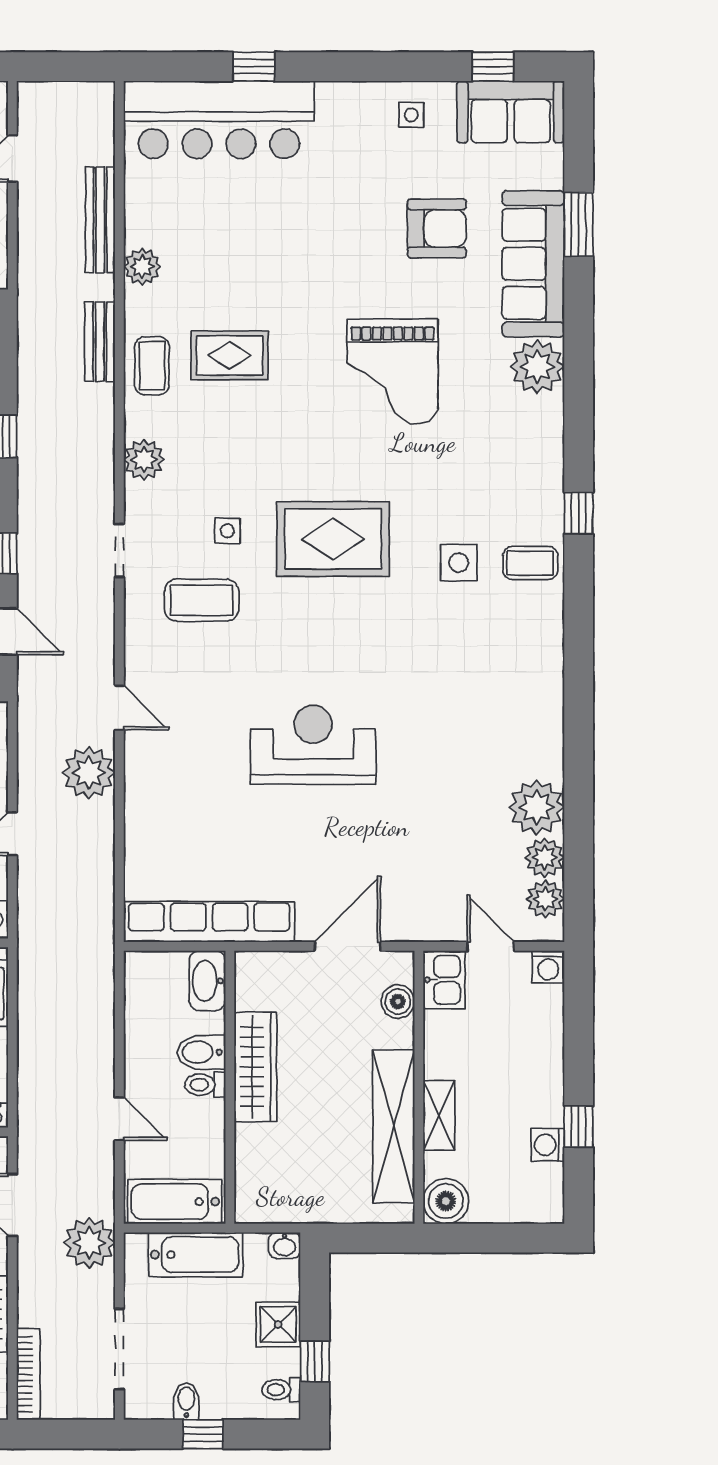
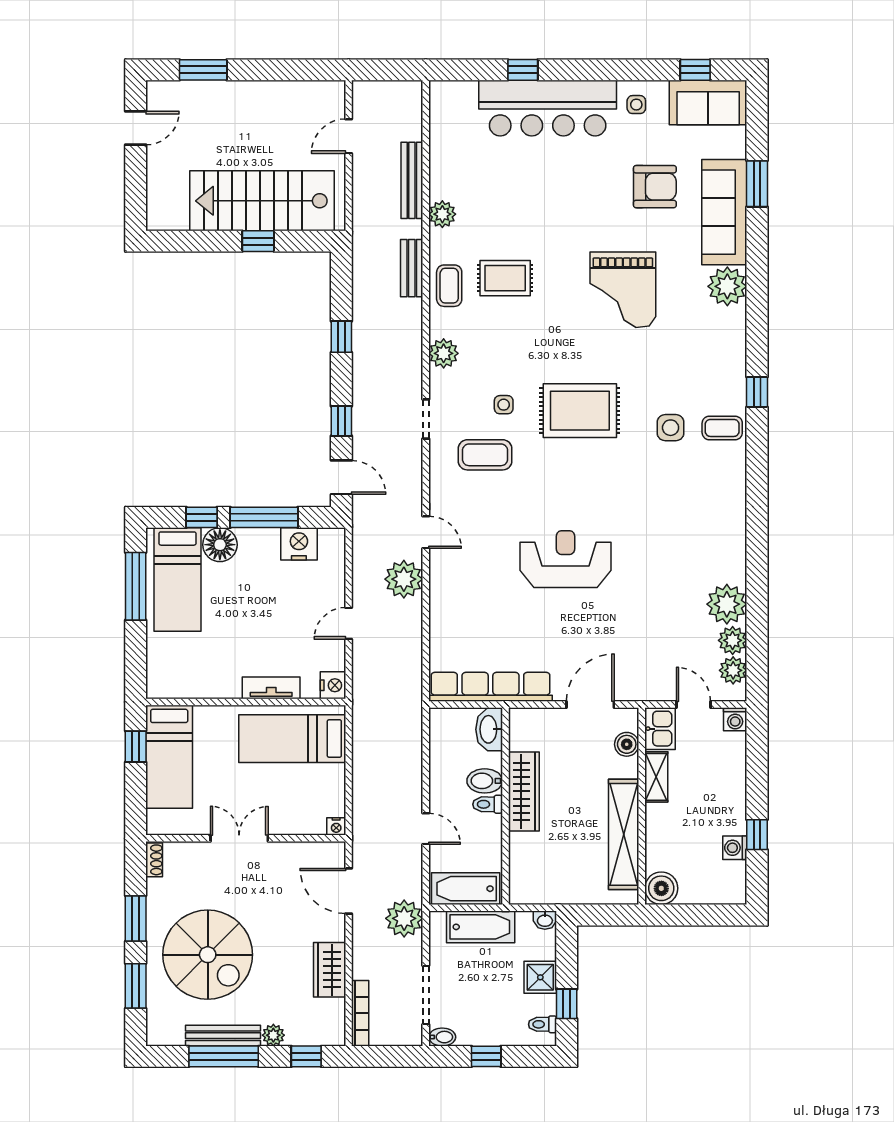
bar counter: (219, 120) -> (548, 108), moved
shelving: (439, 1115) -> (656, 777), moved
bidet: (186, 1401) -> (442, 1037), moved, turned 90

